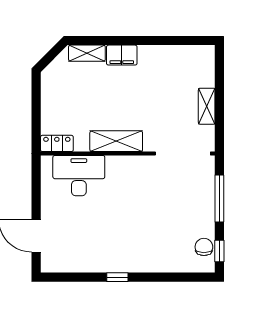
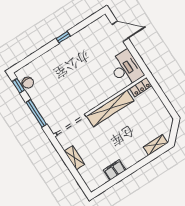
filing cabinet: (122, 55) -> (115, 170), moved
shelving: (116, 141) -> (110, 108), width x1.47
desk: (79, 176) -> (126, 69), moved, turned -90

